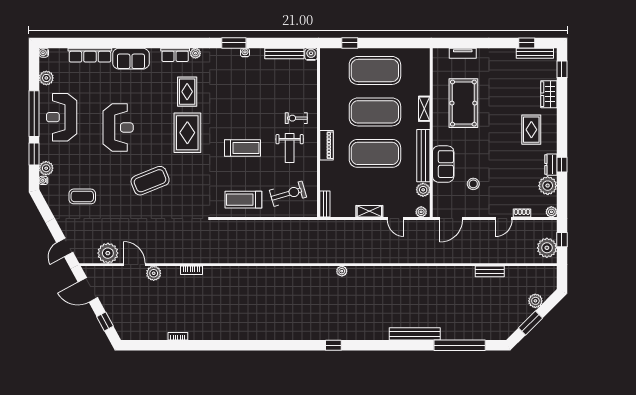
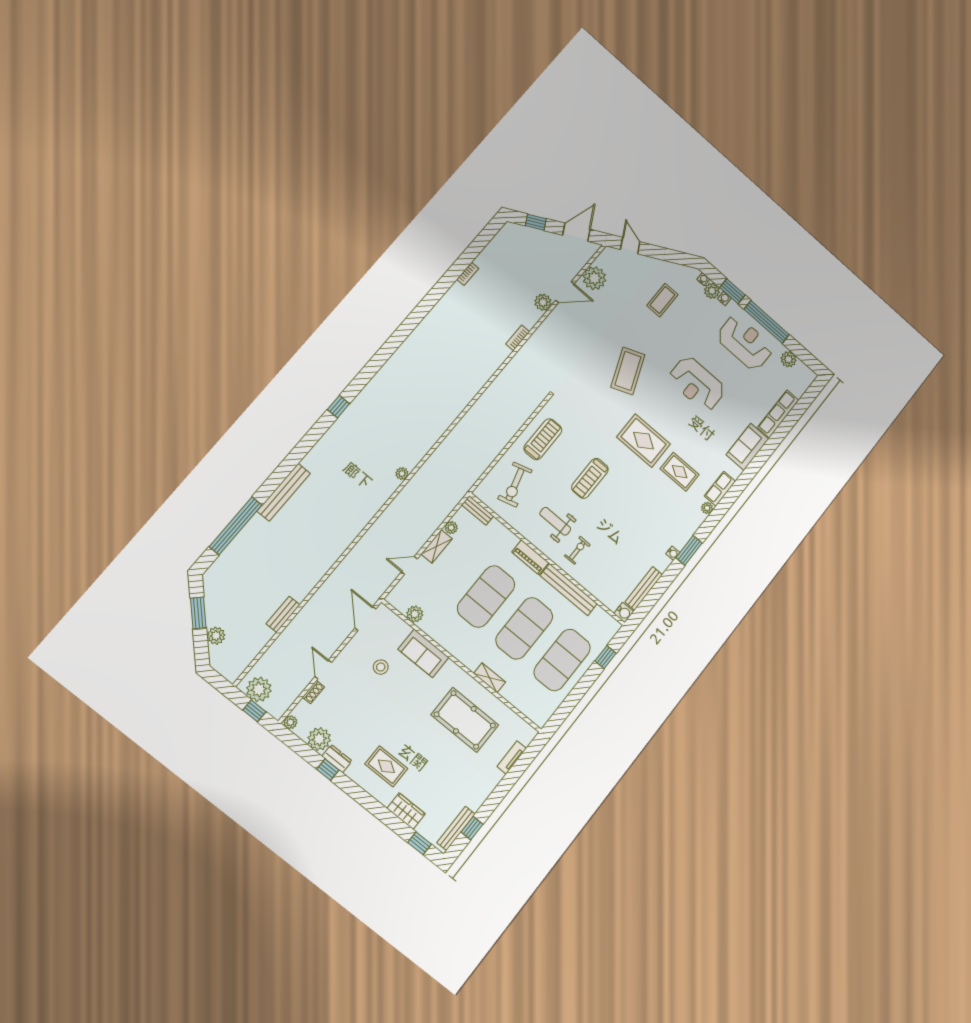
water cooler: (44, 53) -> (724, 298), moved
bench: (423, 156) -> (569, 590), moved
plant: (421, 212) -> (451, 528), moved

